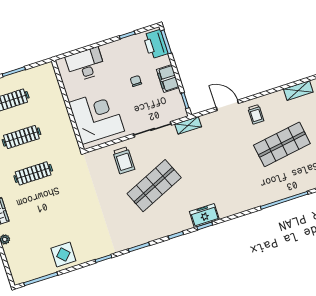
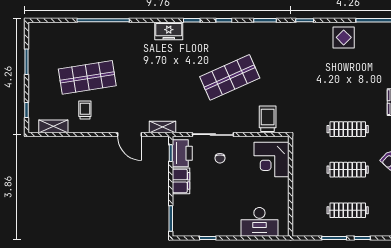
printer: (155, 44) -> (182, 153), moved
chair: (136, 81) -> (220, 158), moved
trolley: (256, 114) -> (85, 110), moved
corner desk: (97, 117) -> (271, 159), width x0.74, depth x0.74
shelving: (188, 125) -> (163, 127), moved
trolley: (124, 160) -> (268, 119), moved
freezer: (204, 215) -> (169, 31), moved

